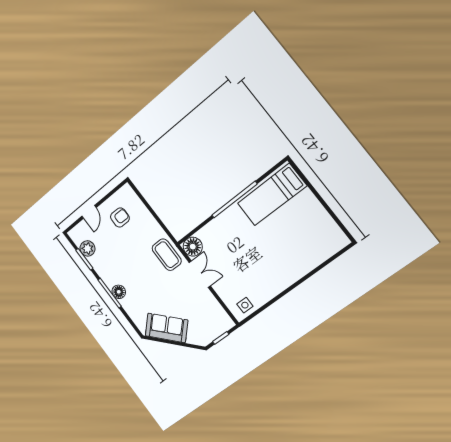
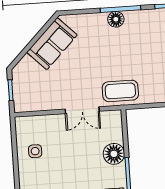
floor lamp: (193, 247) -> (114, 154), moved
side table: (245, 305) -> (35, 151), moved

